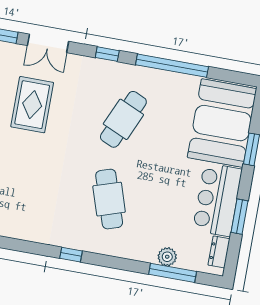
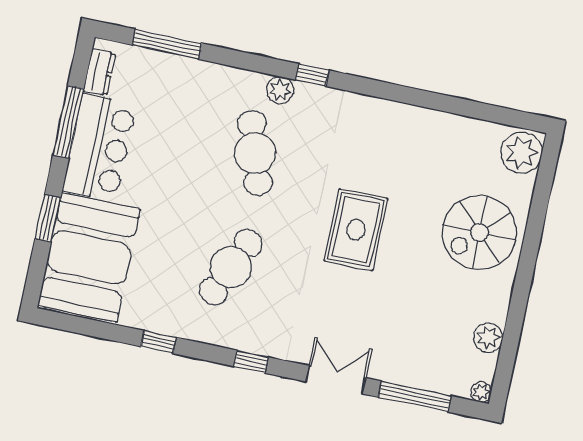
window: (172, 66) -> (159, 342), width x0.32
rug: (32, 105) -> (356, 230), moved
window: (239, 217) -> (68, 122), width x1.44
plant: (167, 257) -> (280, 90), moved

